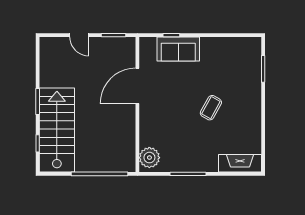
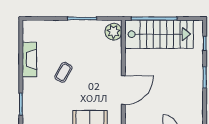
stairs: (57, 130) -> (159, 34), moved, turned -90
fireplace: (240, 163) -> (29, 59), moved, turned -90

